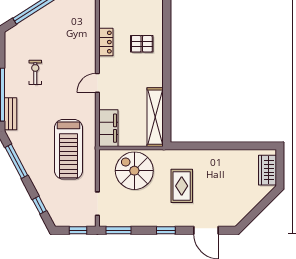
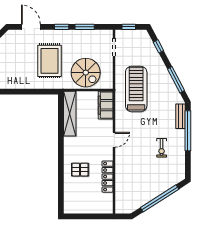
locker: (106, 42) -> (108, 177), width x1.53
rug: (182, 186) -> (50, 61), width x1.36, depth x1.43
window: (118, 230) -> (85, 27), moved

